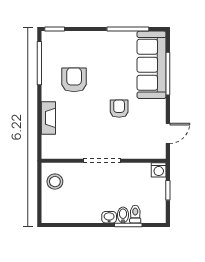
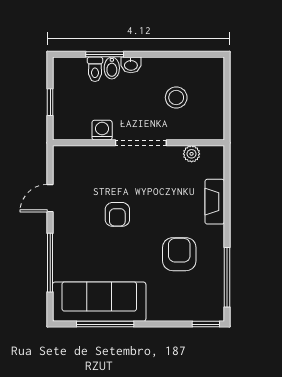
sofa: (152, 65) -> (99, 302), moved, turned -90
armchair: (74, 80) -> (179, 254), turned 180
door: (168, 133) -> (50, 198), moved
plant: (65, 153) -> (192, 154), added
washing machine: (159, 170) -> (102, 130), moved
stool: (55, 182) -> (176, 98), moved

